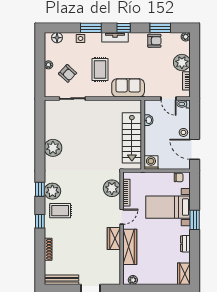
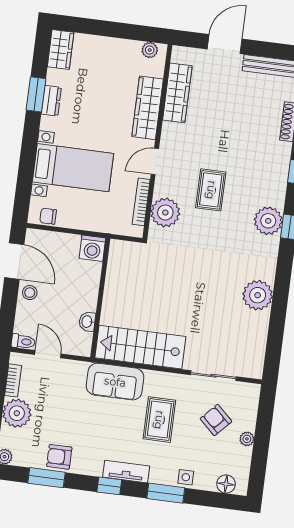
stairs: (132, 138) -> (140, 347), moved, turned -90
rug: (60, 211) -> (211, 190), moved, turned 90
window: (195, 220) -> (36, 94), moved
wardrobe: (114, 238) -> (177, 93), moved, width x1.50

